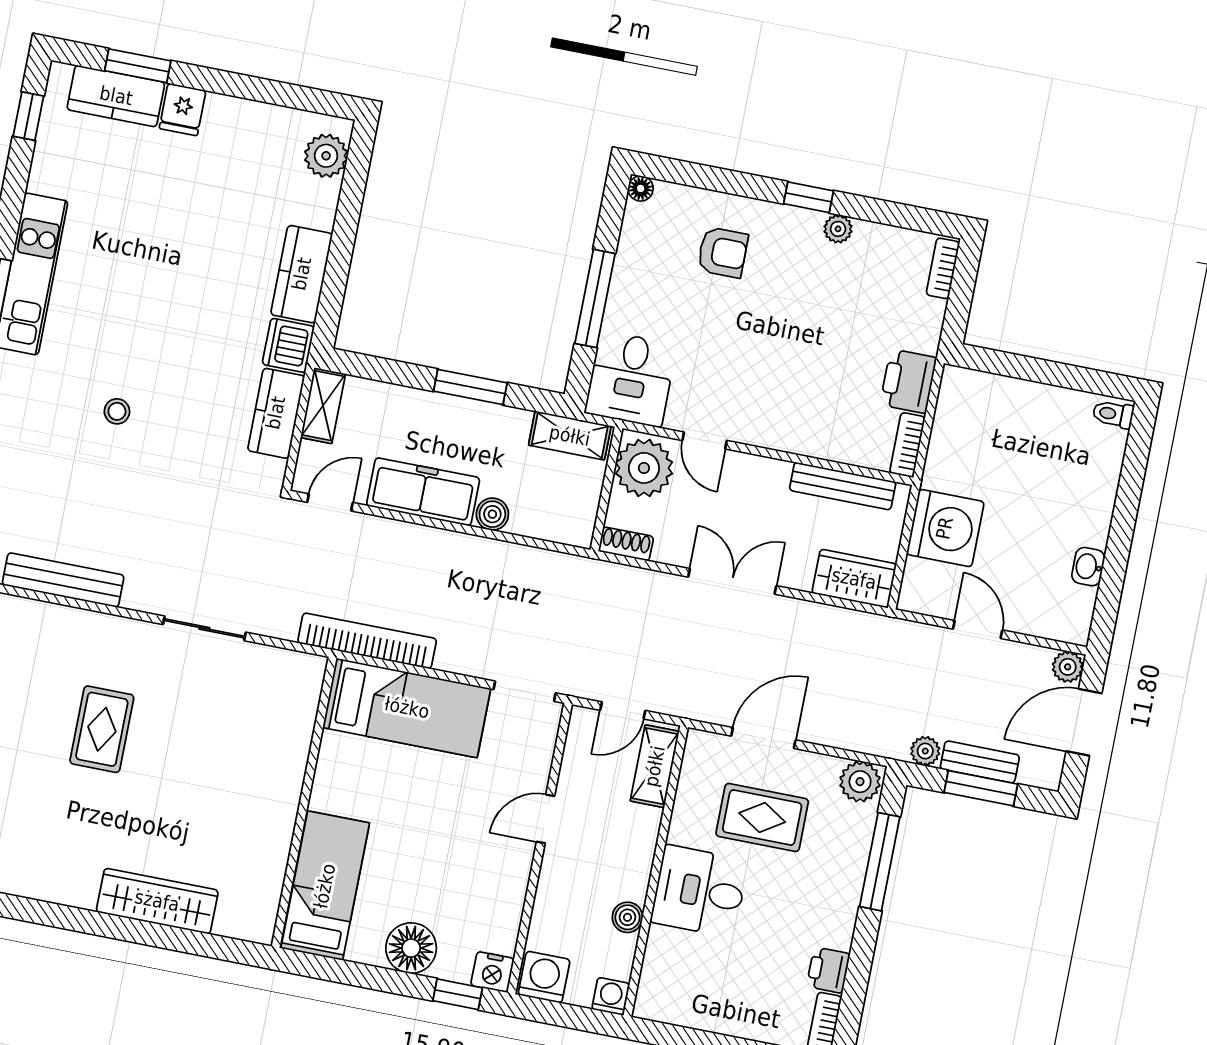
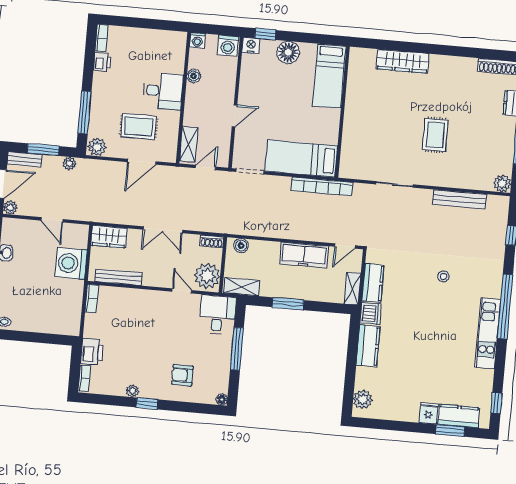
printer: (908, 381) -> (92, 352), moved
boiler: (492, 514) -> (241, 246), moved
bench: (980, 762) -> (25, 159), moved

